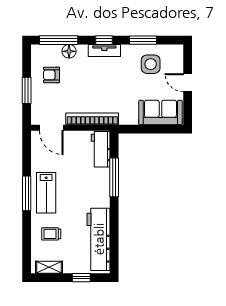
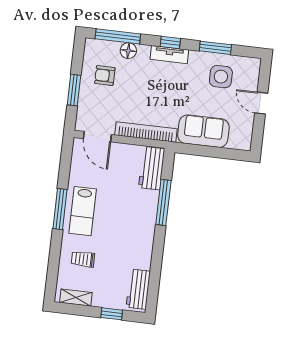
sofa: (160, 112) -> (203, 131), moved
workbench: (99, 239) -> (138, 289), width x0.53, depth x0.76

